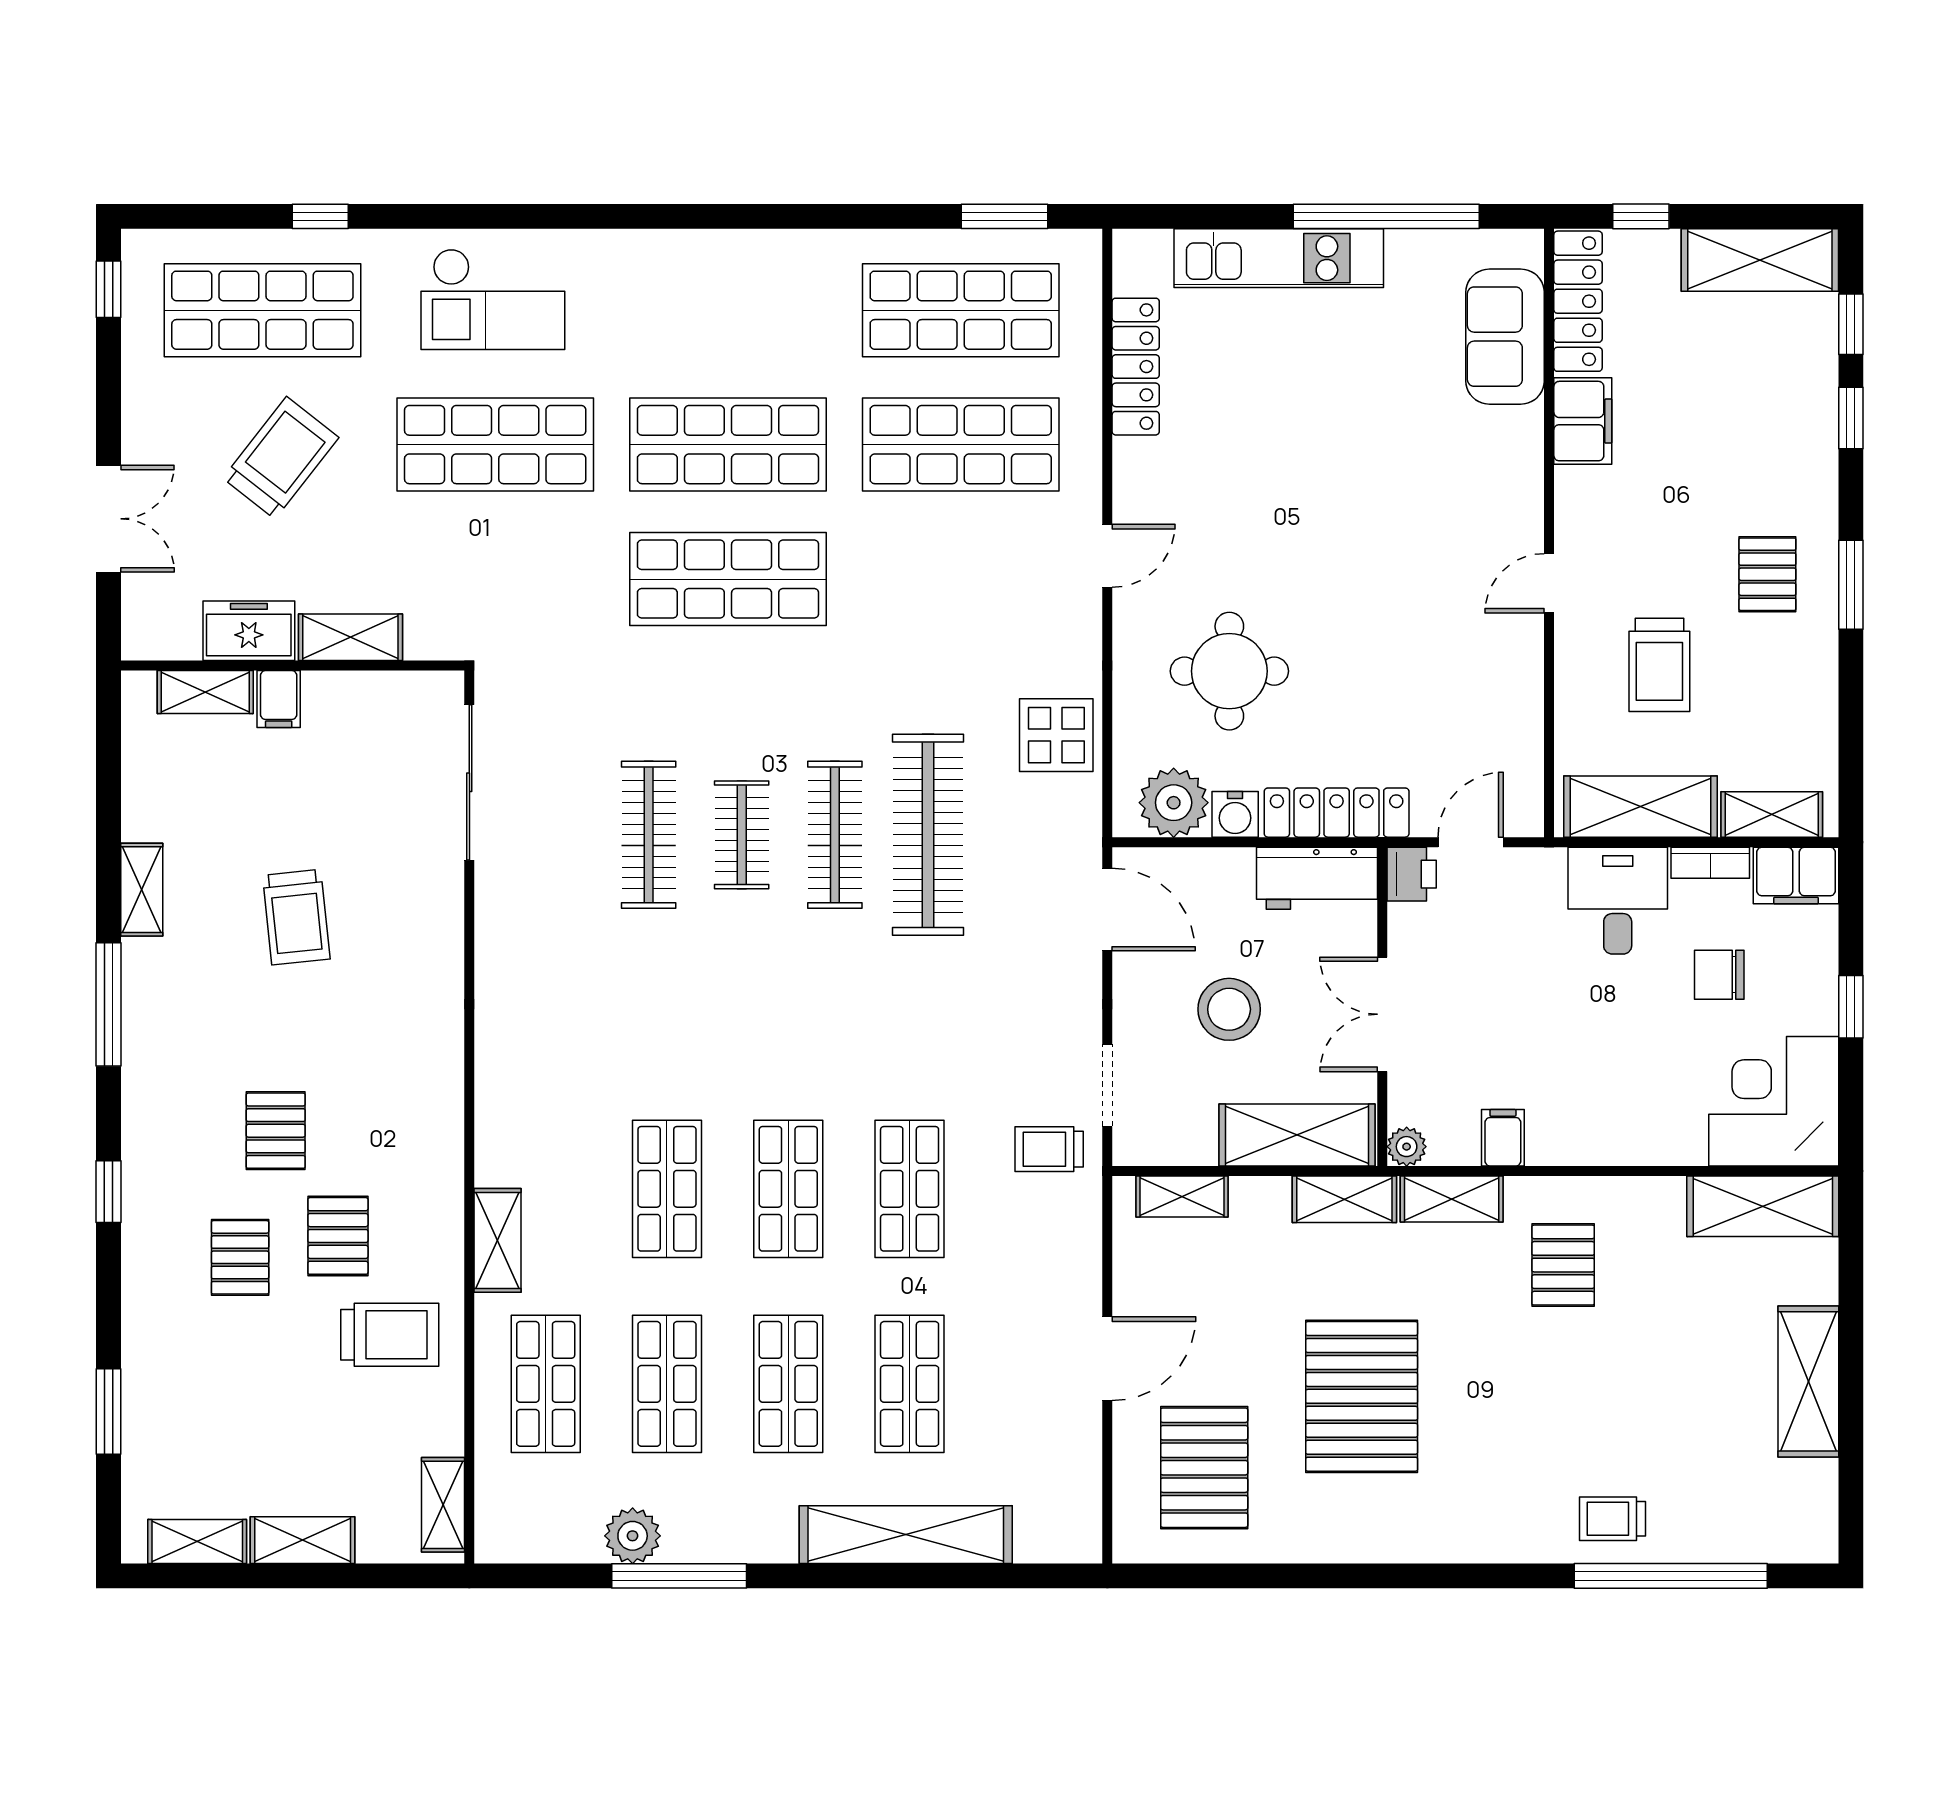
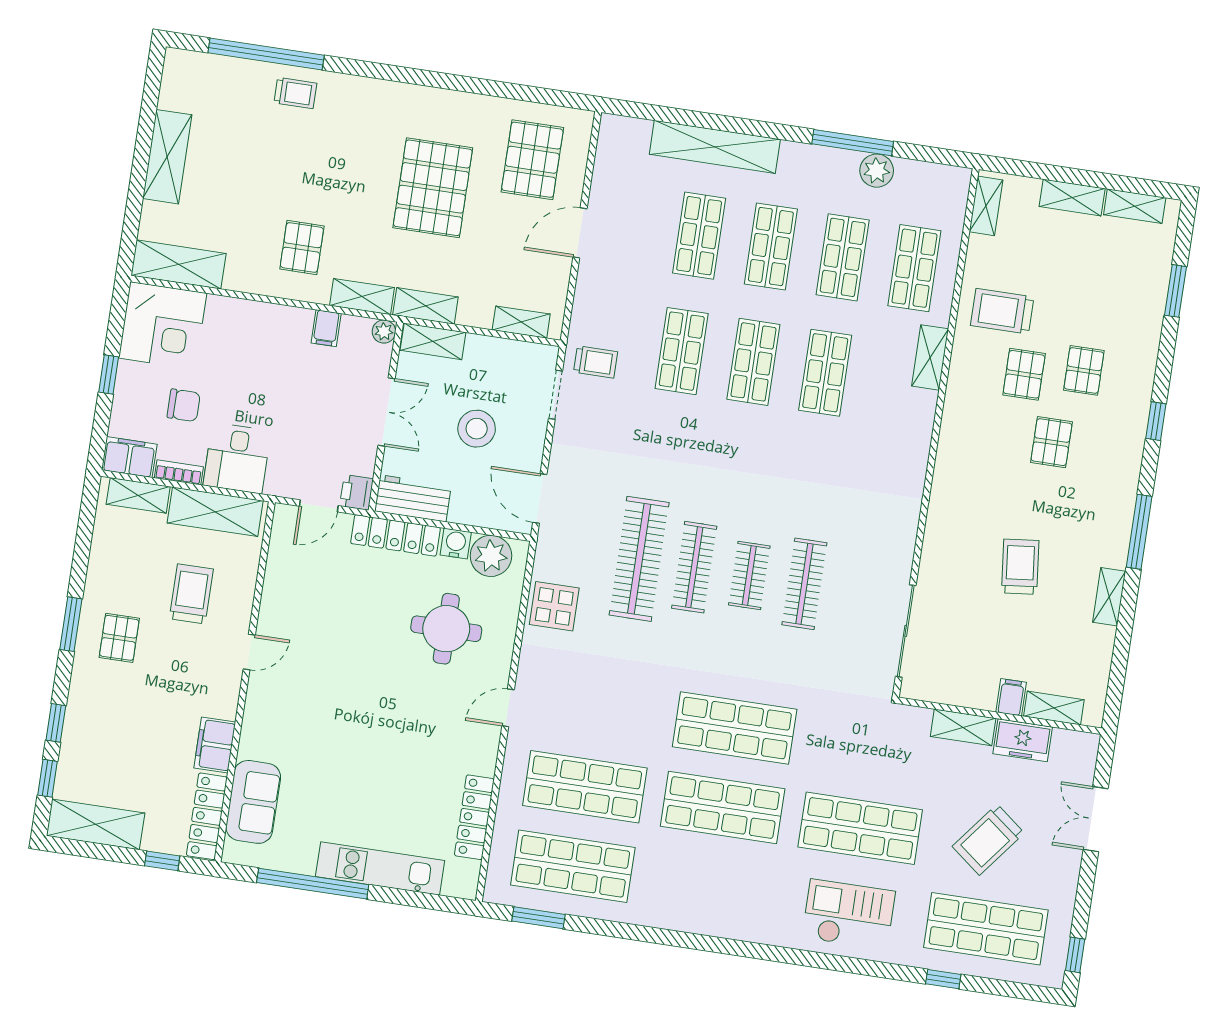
shelving: (1297, 1135) -> (433, 341), width x0.67, depth x0.75

